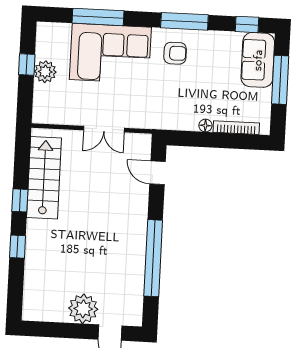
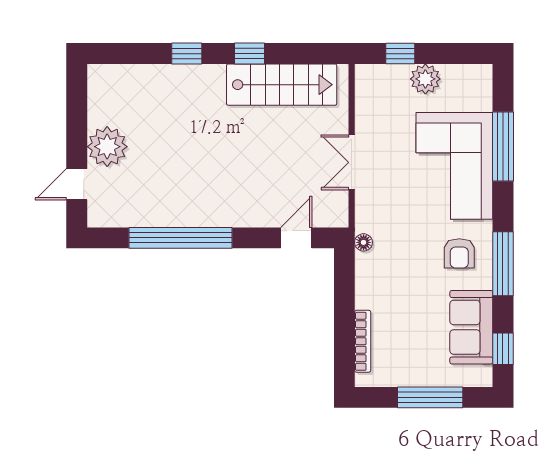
sofa: (258, 60) -> (471, 327), moved, turned -90
window: (27, 65) -> (400, 54), moved
floor lamp: (205, 125) -> (364, 242), moved

